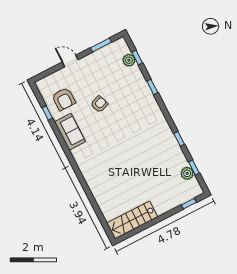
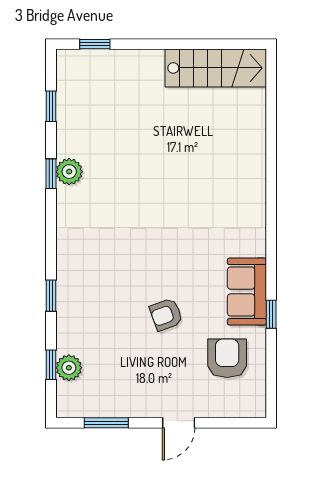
door: (70, 61) -> (179, 423), hinge flipped
window: (47, 113) -> (271, 314), moved
plant: (187, 173) -> (69, 172), moved

